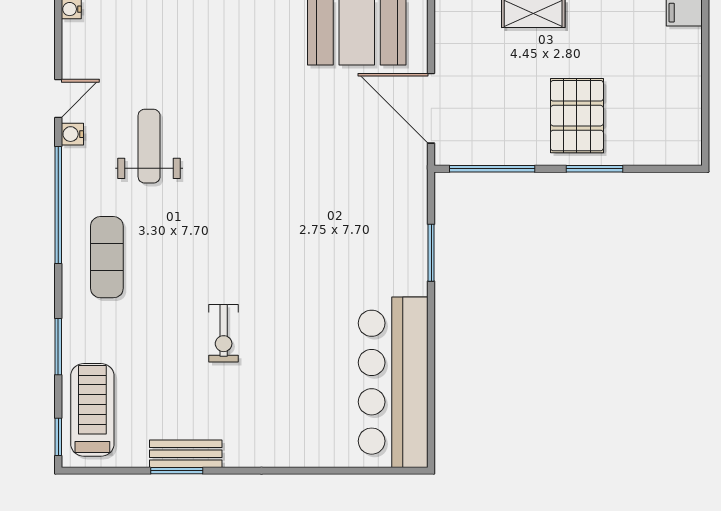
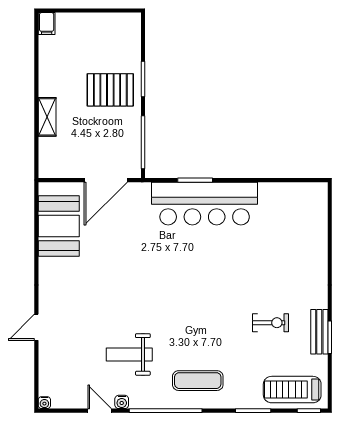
exercise bike: (224, 333) -> (270, 323), moved
bar counter: (393, 382) -> (205, 204), moved

